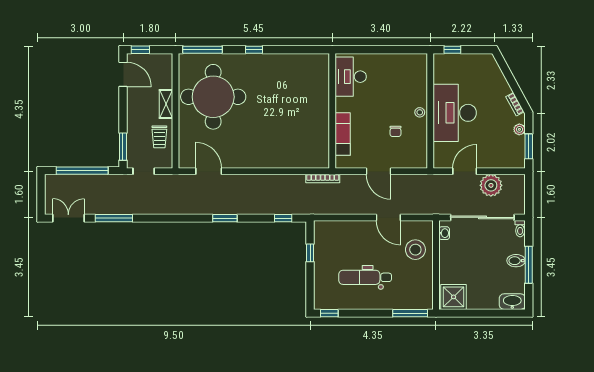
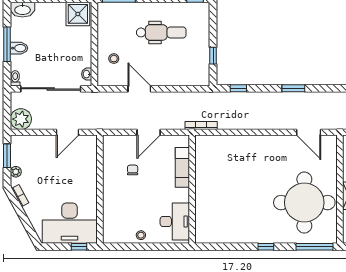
stool: (420, 112) -> (141, 235), moved
desk: (455, 113) -> (69, 223), moved, turned 90
door: (379, 171) -> (149, 132), swing flipped
plant: (491, 185) -> (21, 119), moved
stool: (415, 250) -> (114, 59), width x0.53, depth x0.53

